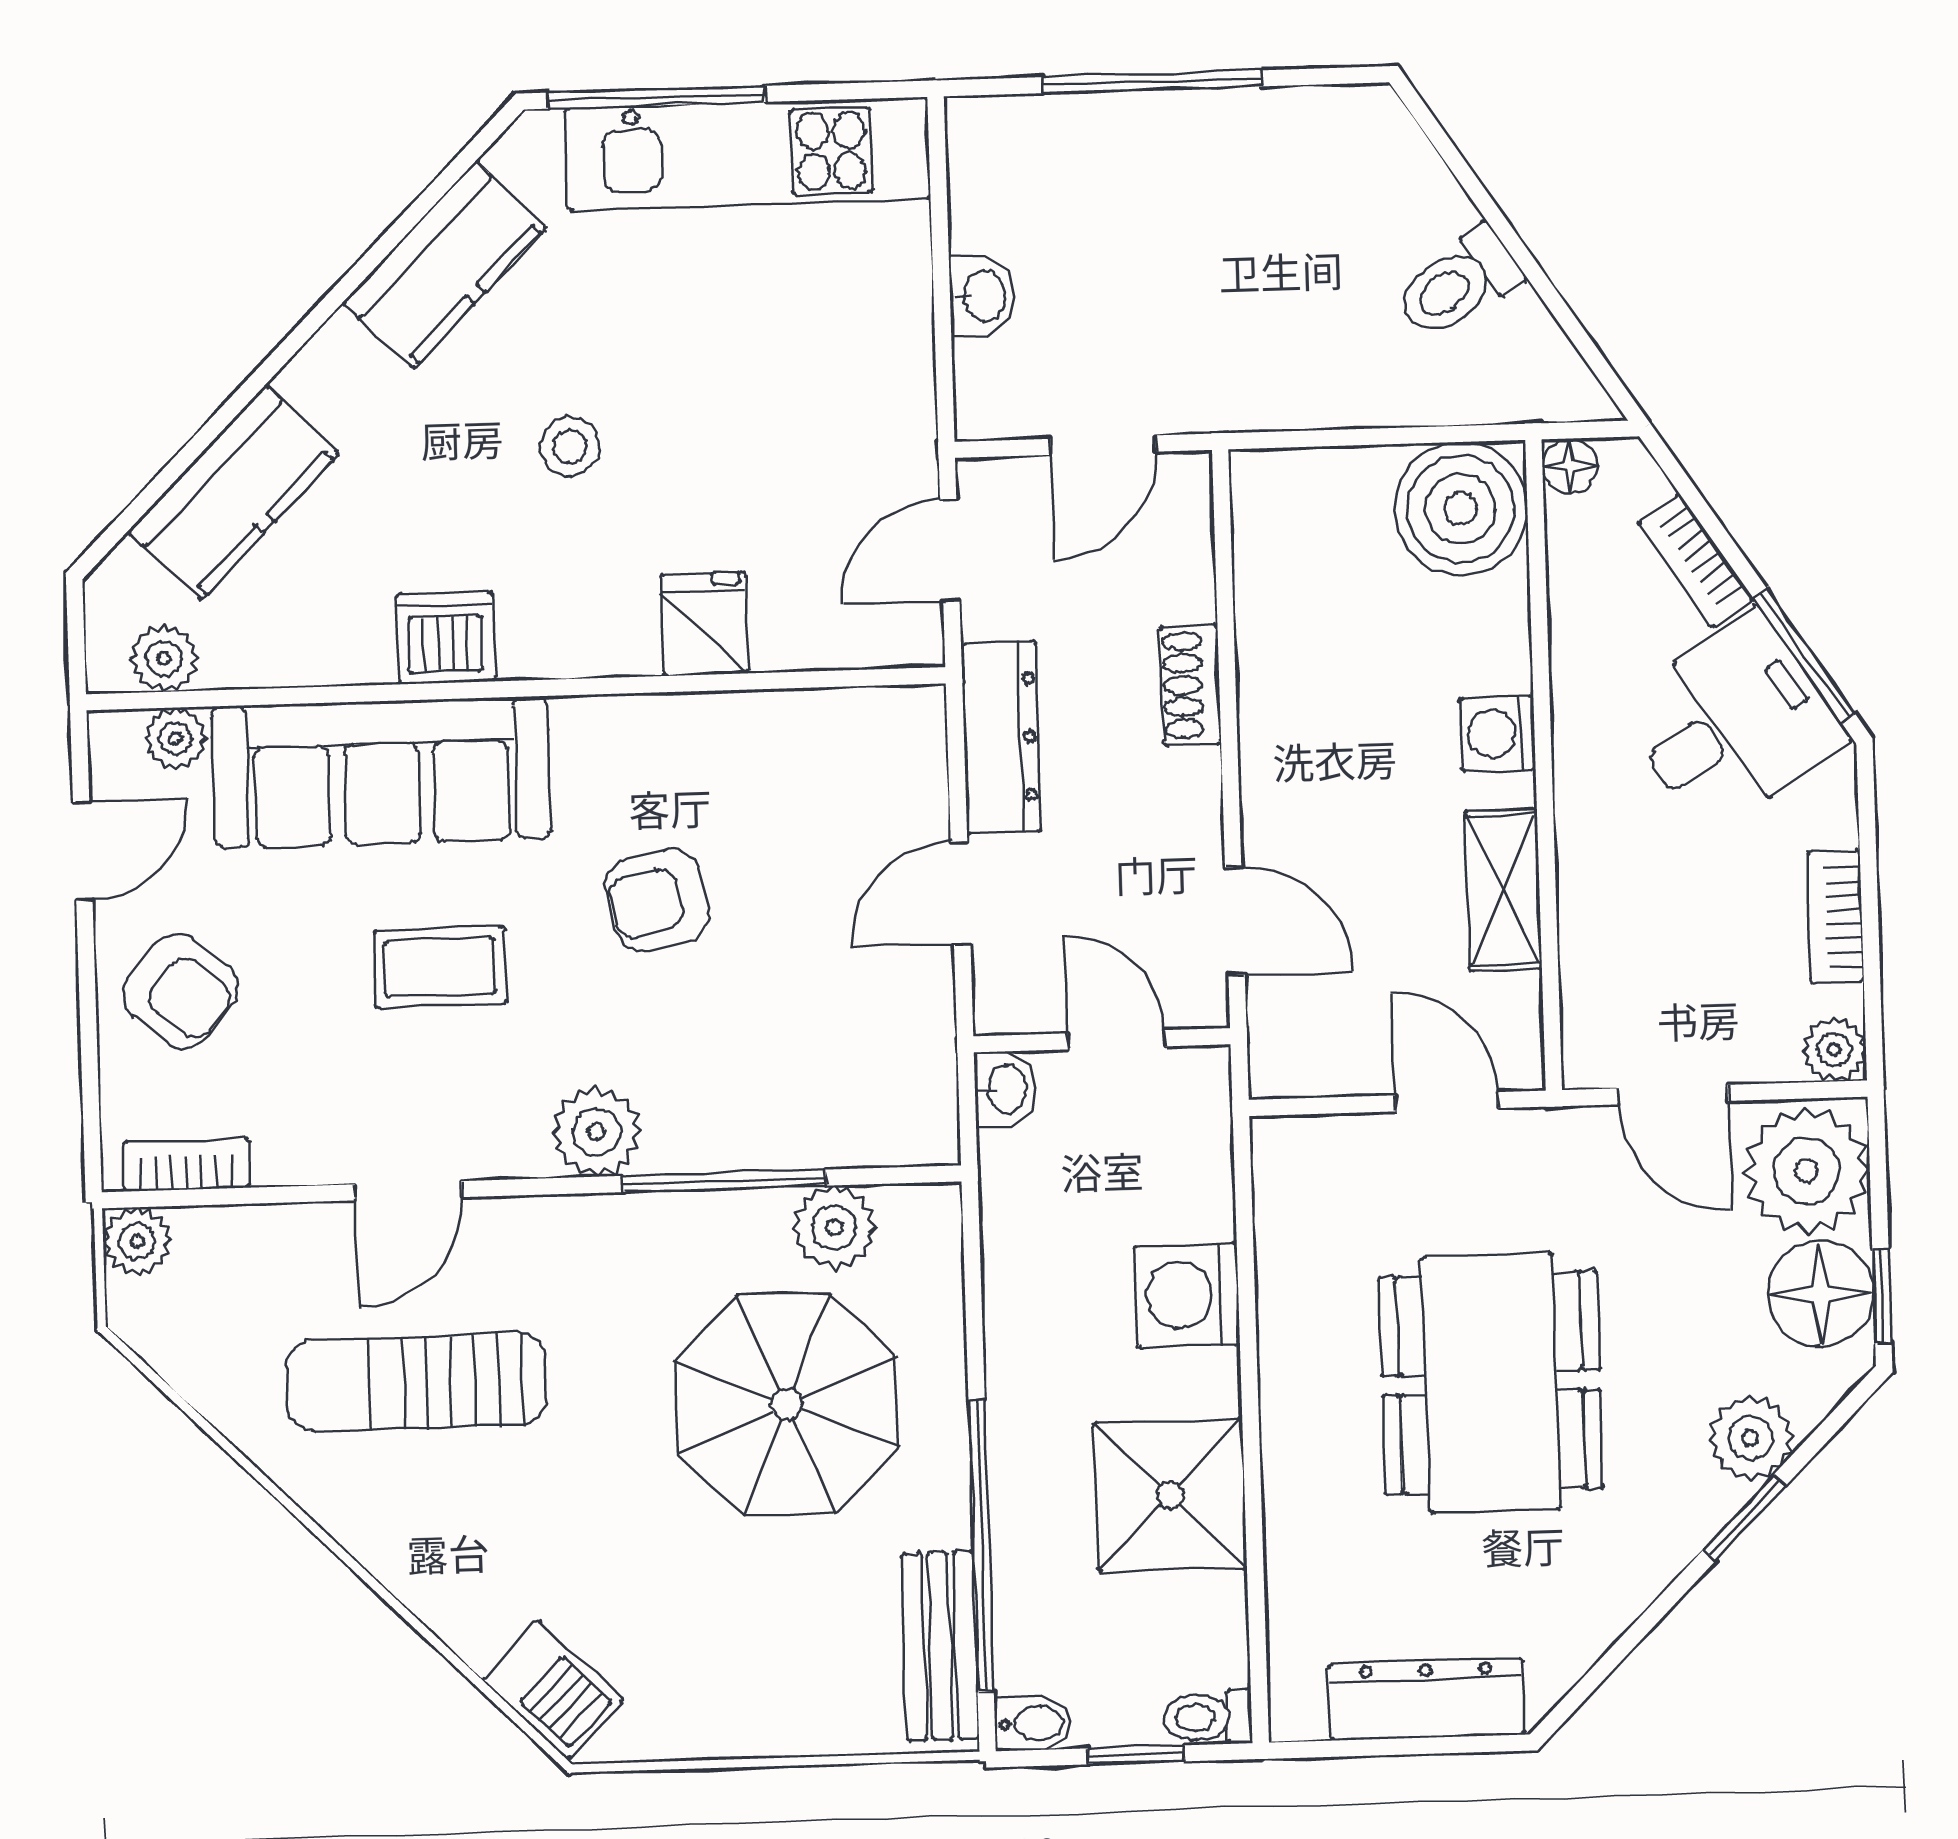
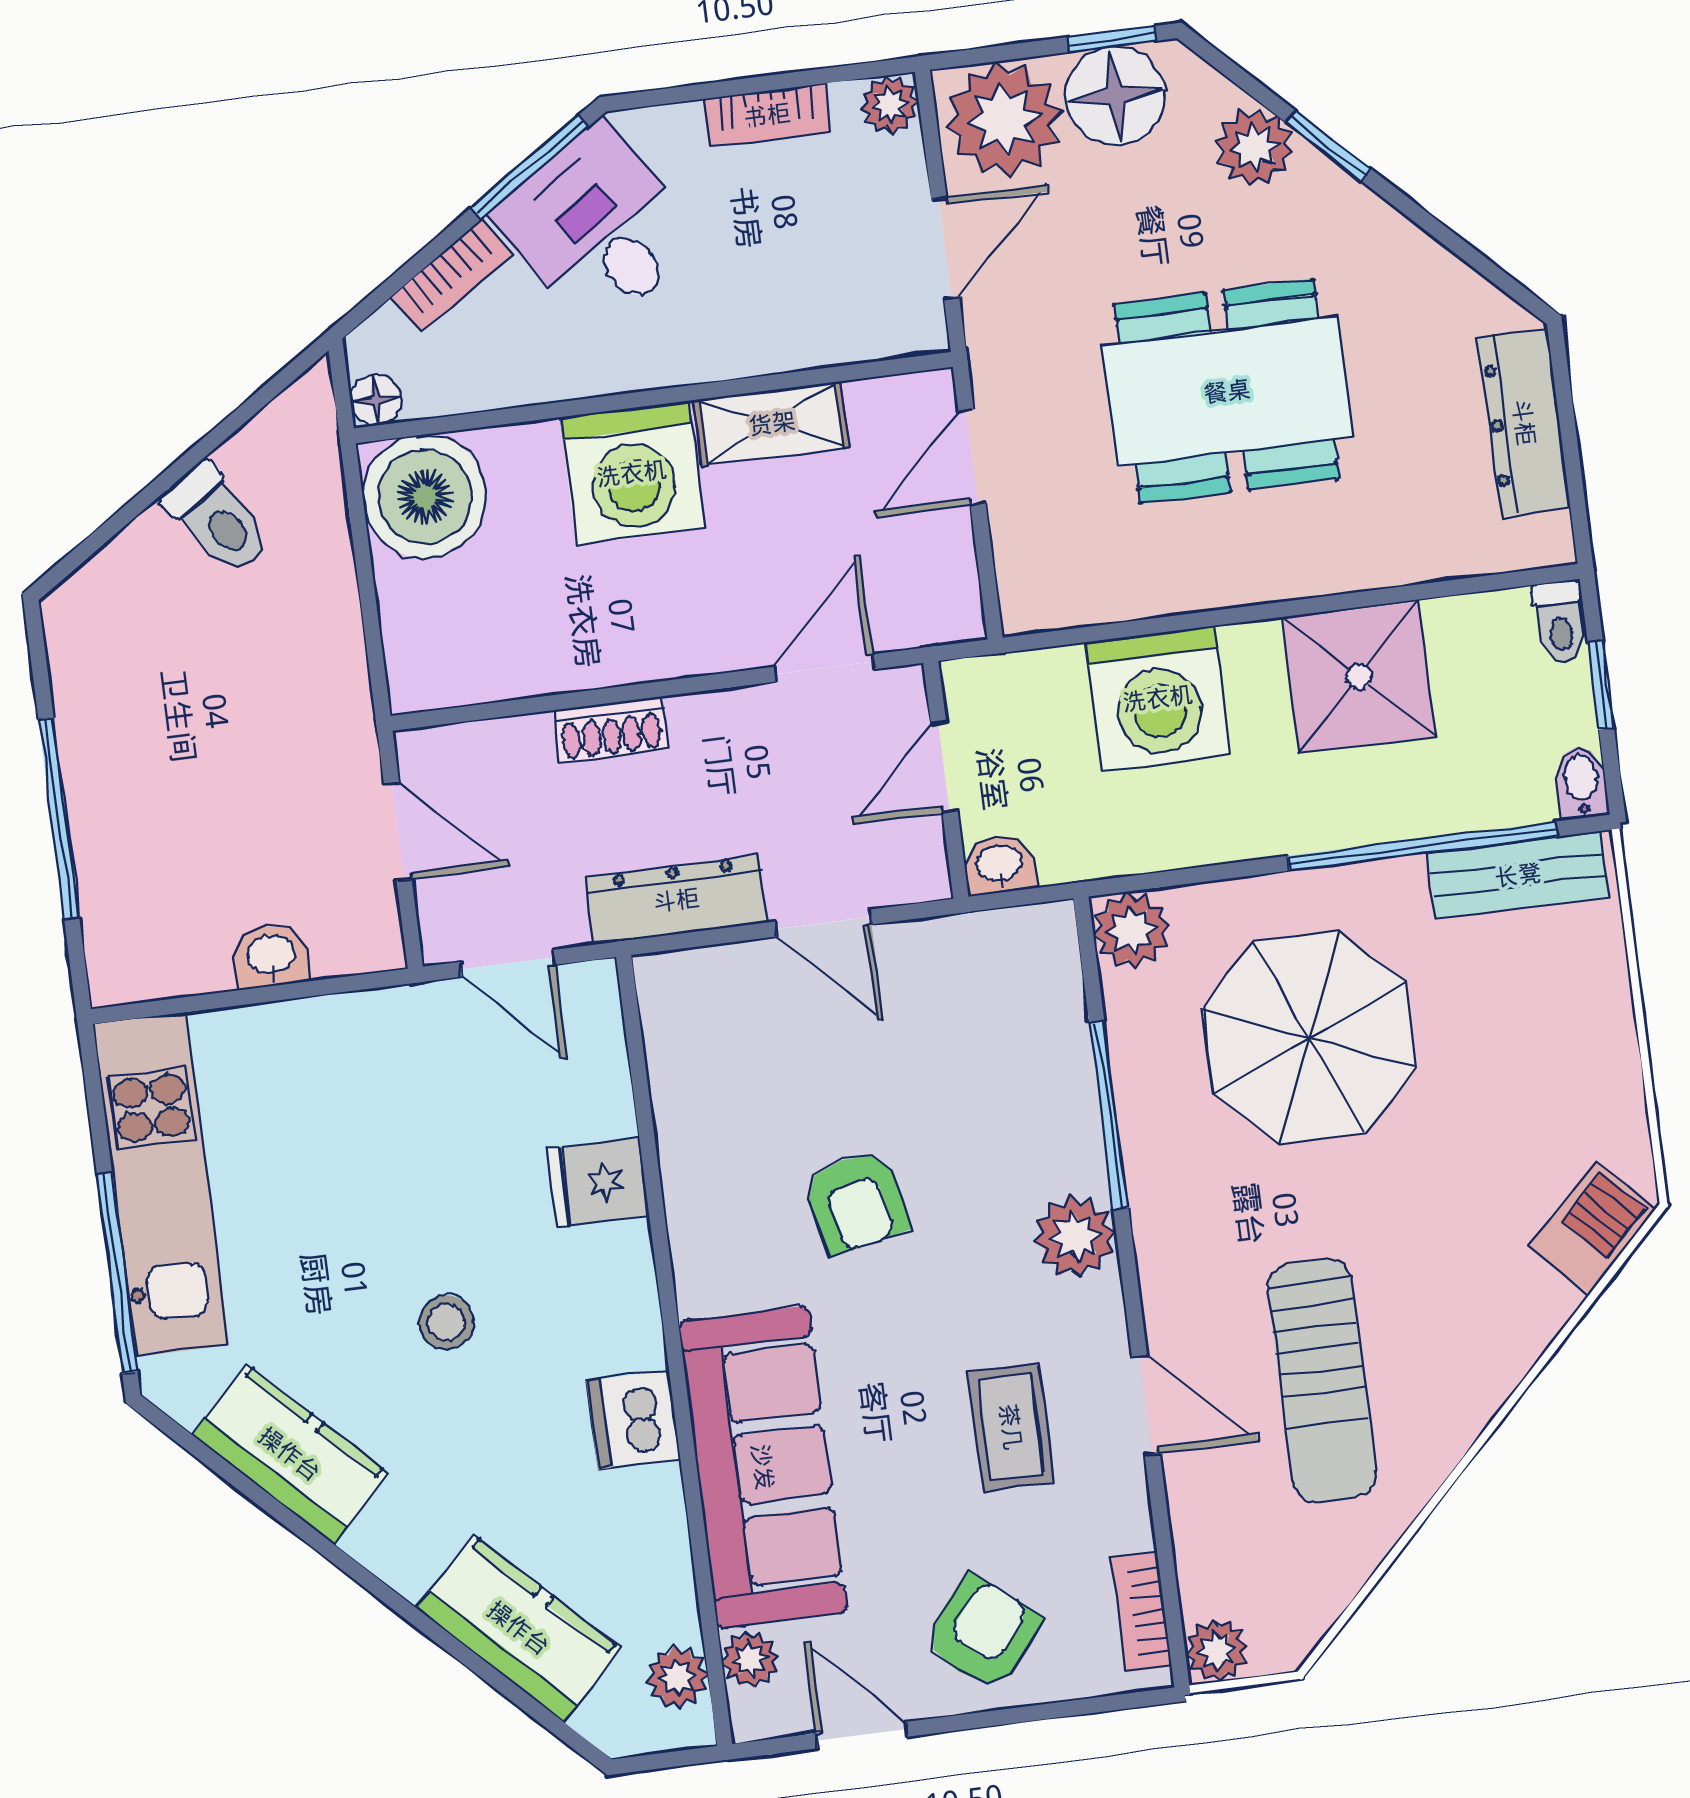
washing machine: (1498, 734) -> (632, 473), width x1.89, depth x1.89
coffee table: (440, 967) -> (1011, 1427), moved
plant: (834, 1227) -> (1132, 930), moved
washing machine: (1187, 1295) -> (1158, 698), width x1.37, depth x1.37

